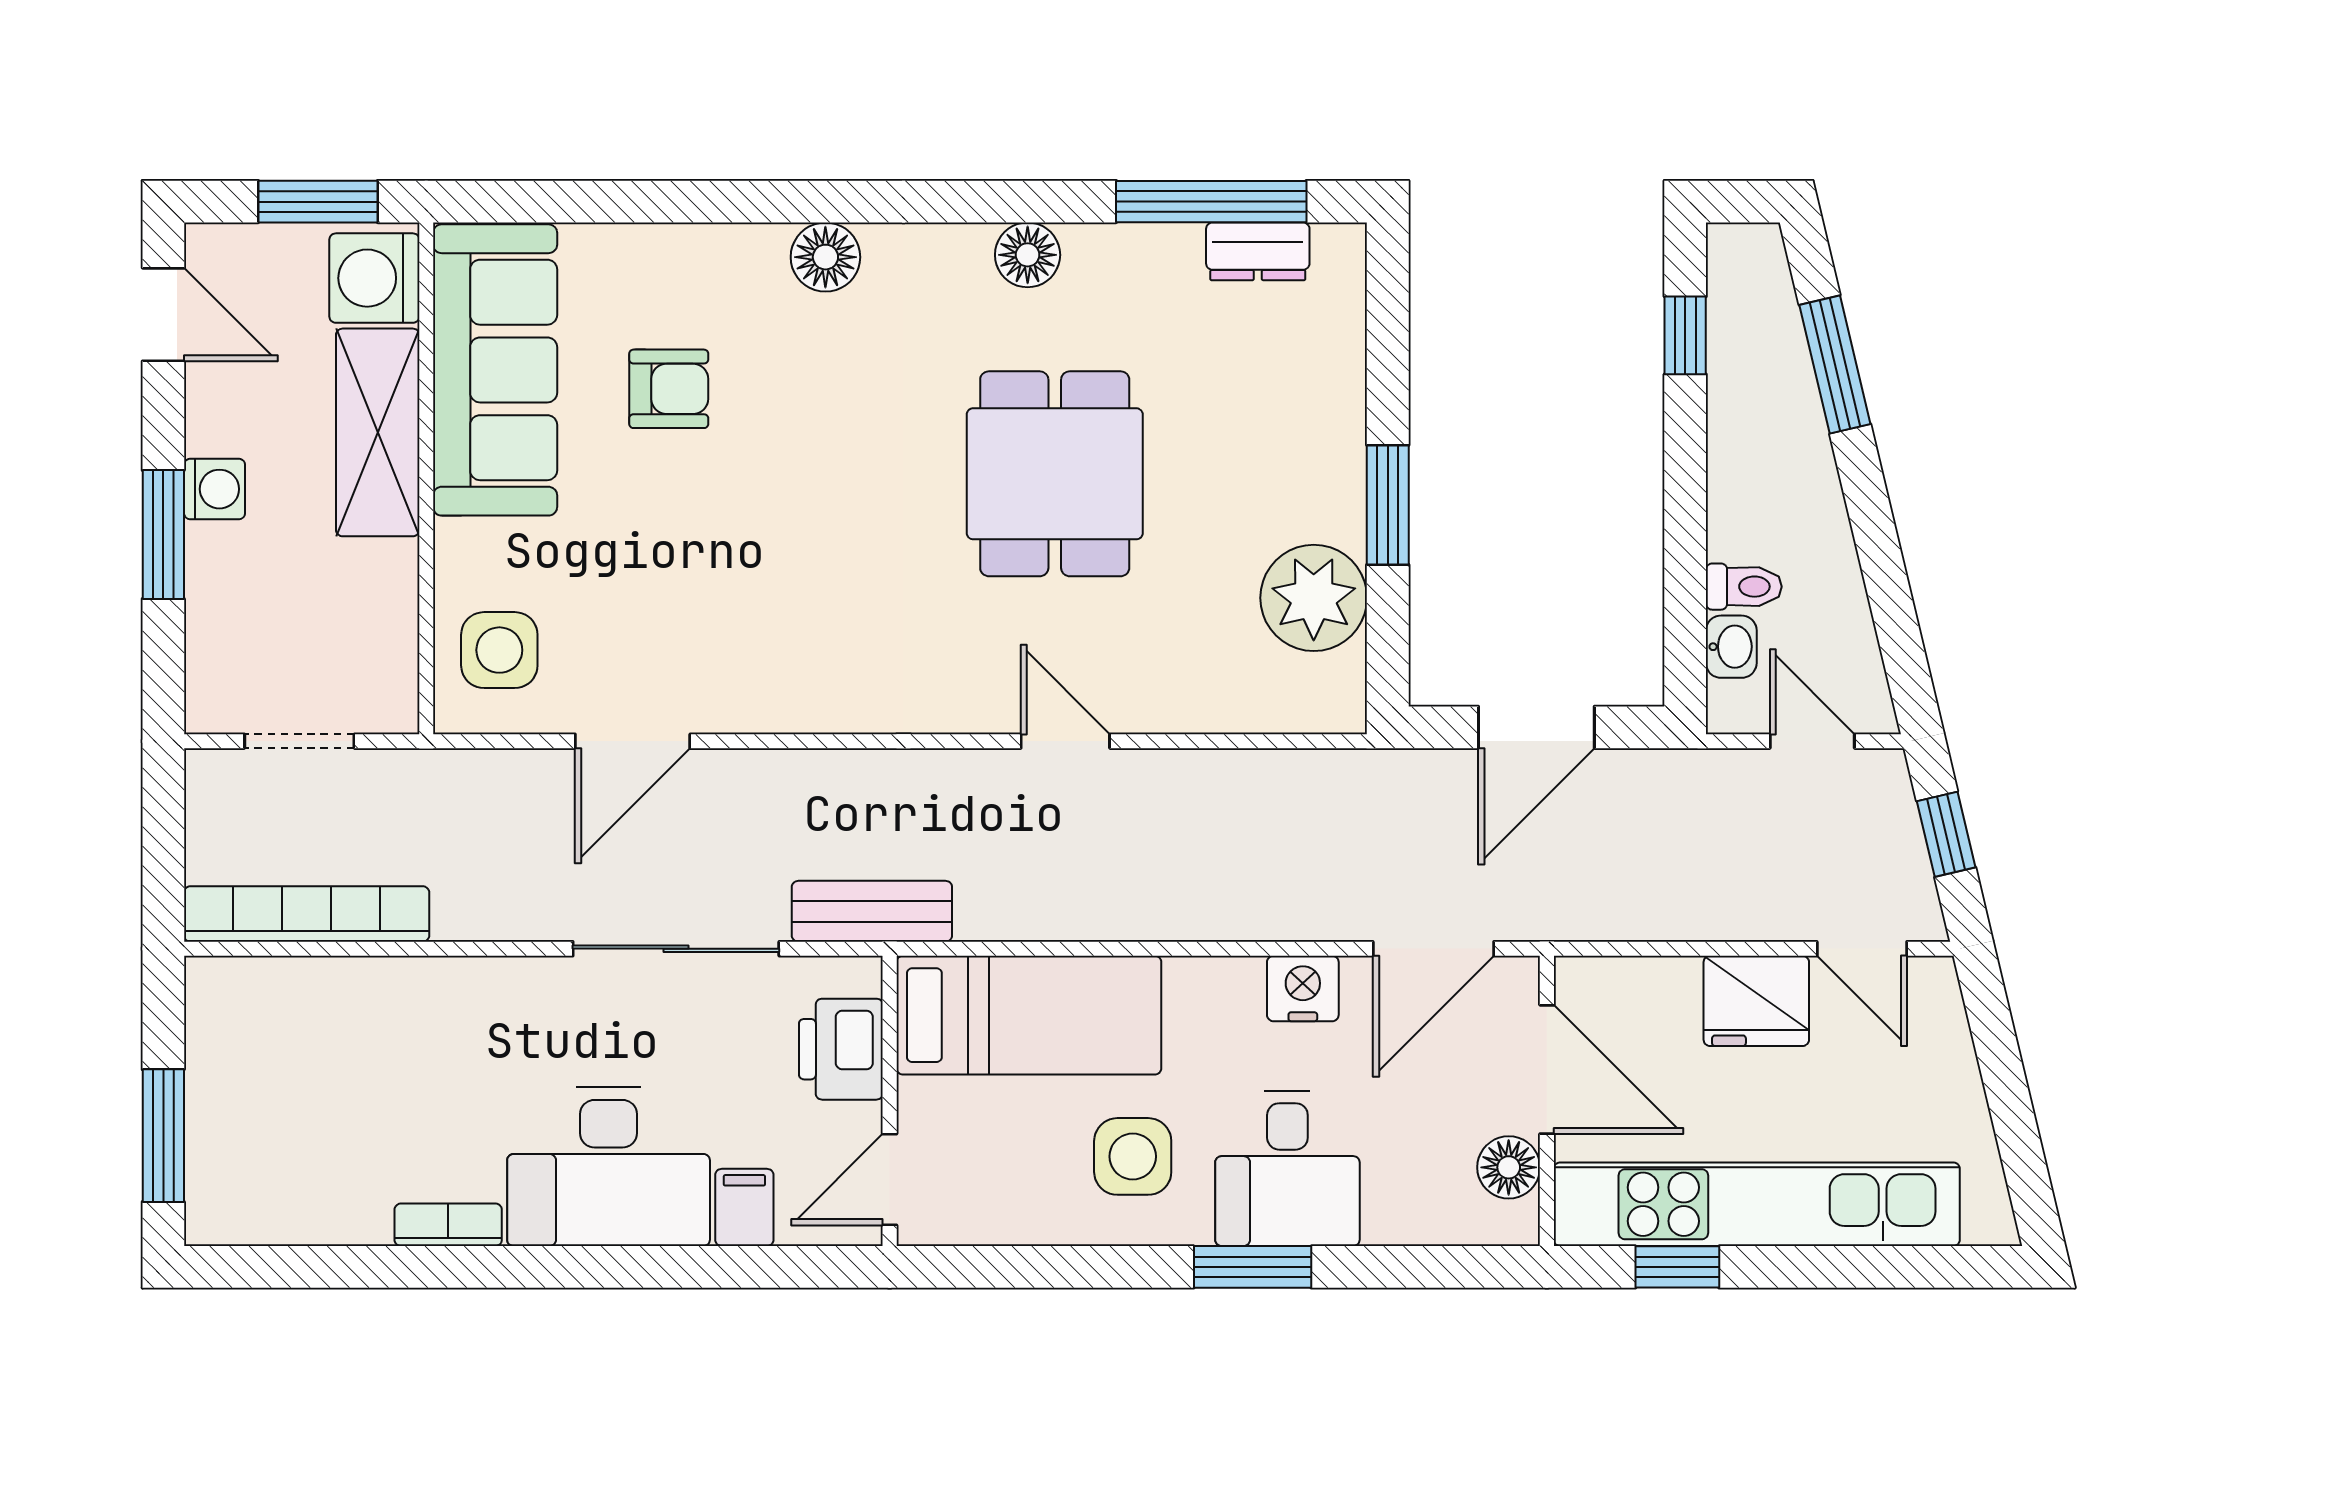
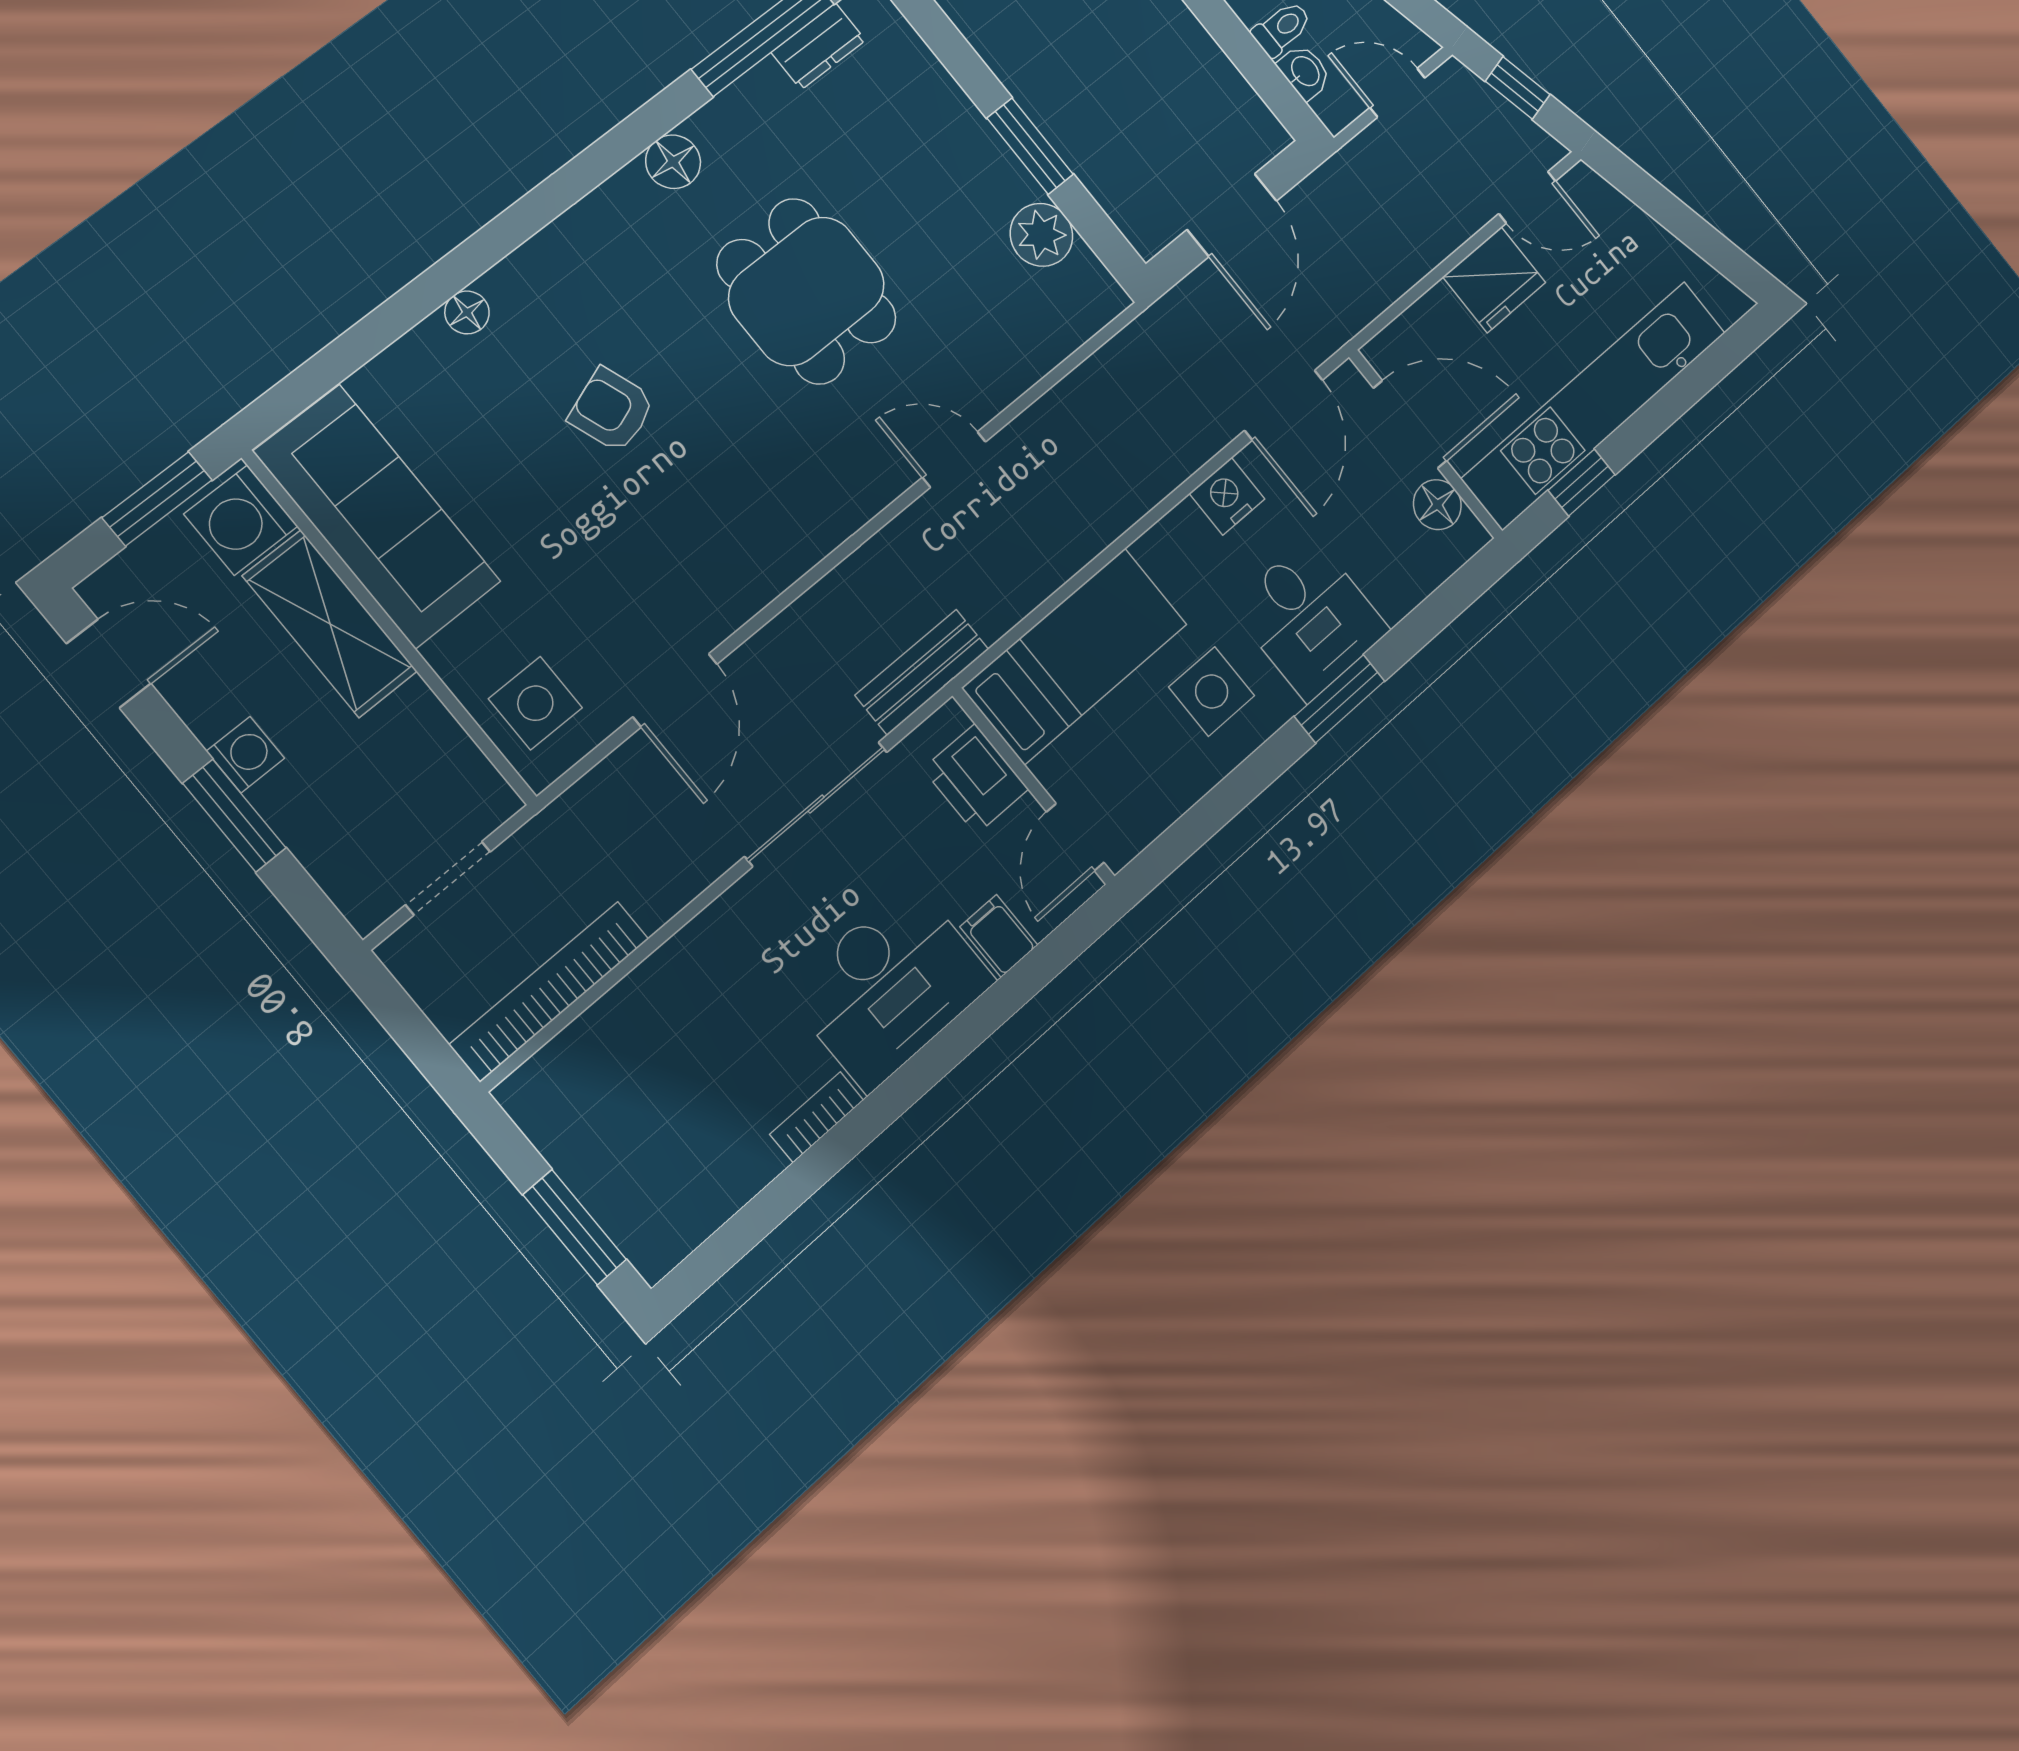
floor lamp: (825, 257) -> (467, 312), moved, width x0.73, depth x0.73
armchair: (669, 389) -> (612, 410), moved, turned -110
plant: (1314, 598) -> (1041, 235), width x0.73, depth x0.73

